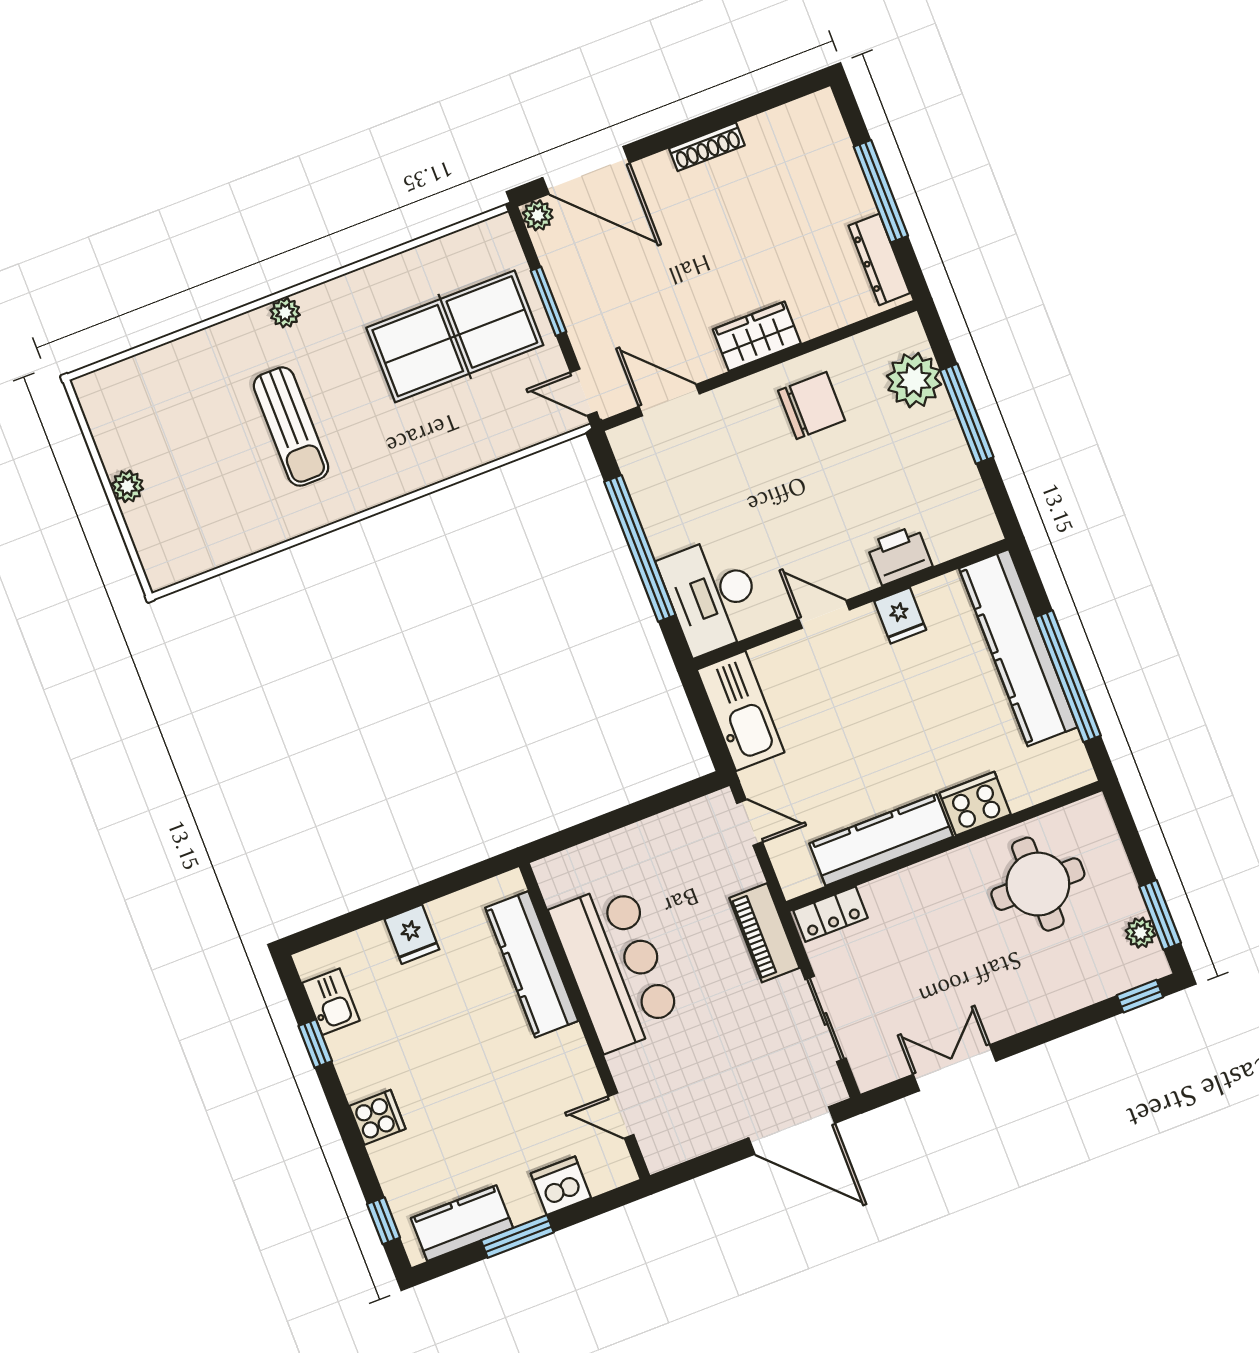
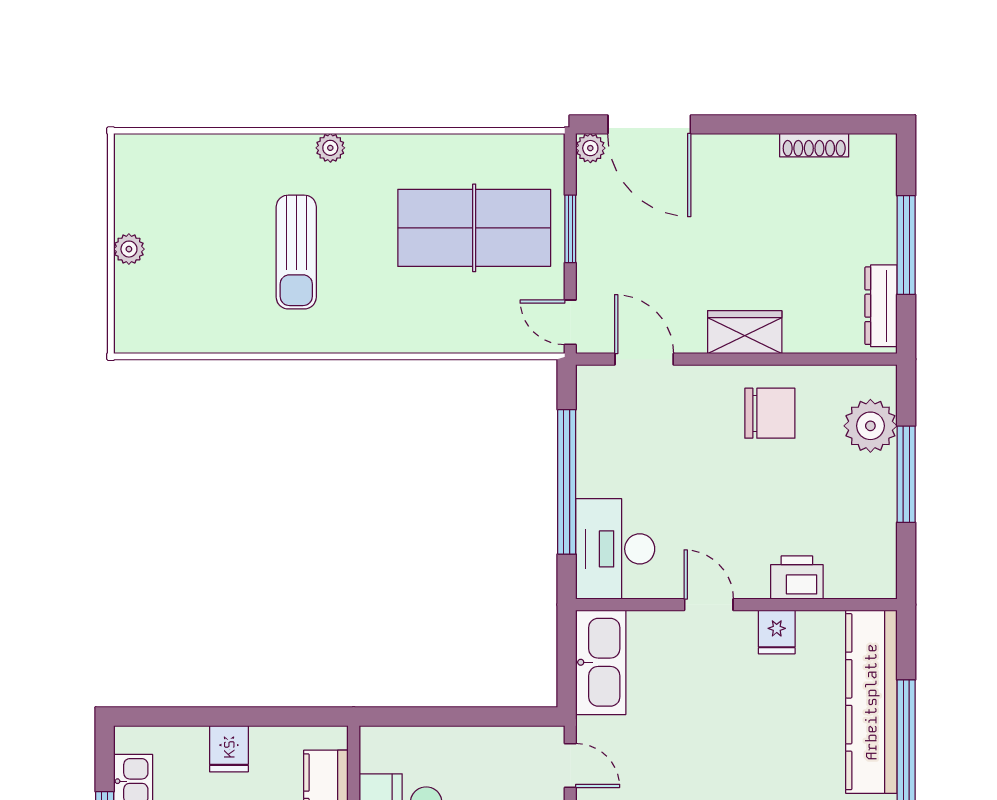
shoe rack: (707, 147) -> (814, 145), moved

